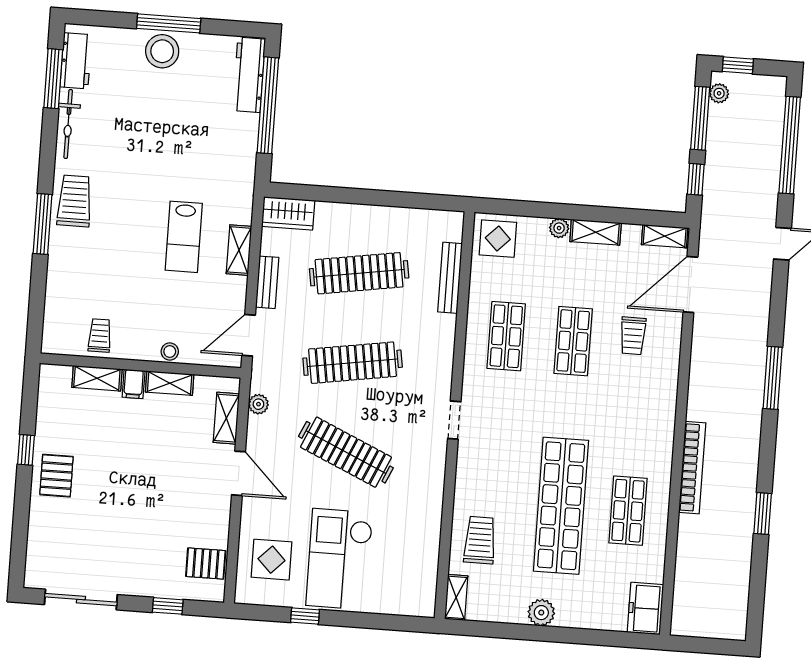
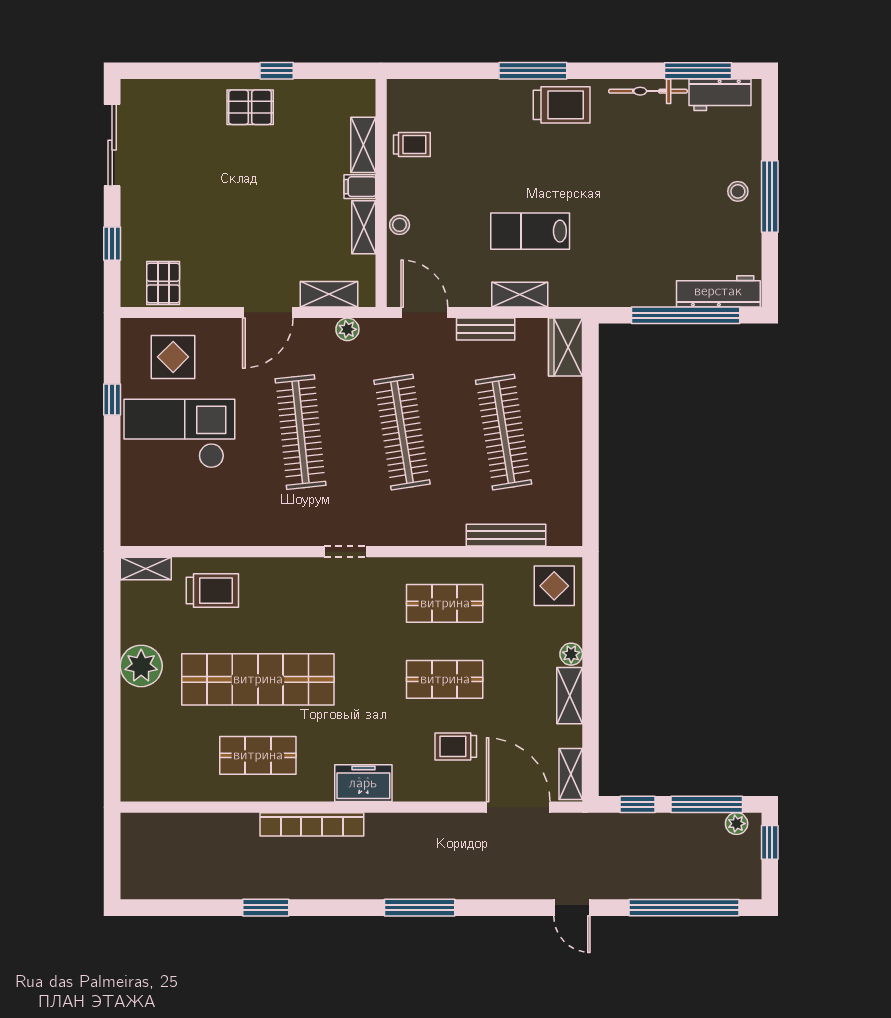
stool: (162, 51) -> (738, 191), width x0.53, depth x0.53
clothes rail: (346, 452) -> (301, 432), turned -30
freezer: (645, 609) -> (363, 783), moved
plant: (541, 613) -> (141, 666), width x1.36, depth x1.36

